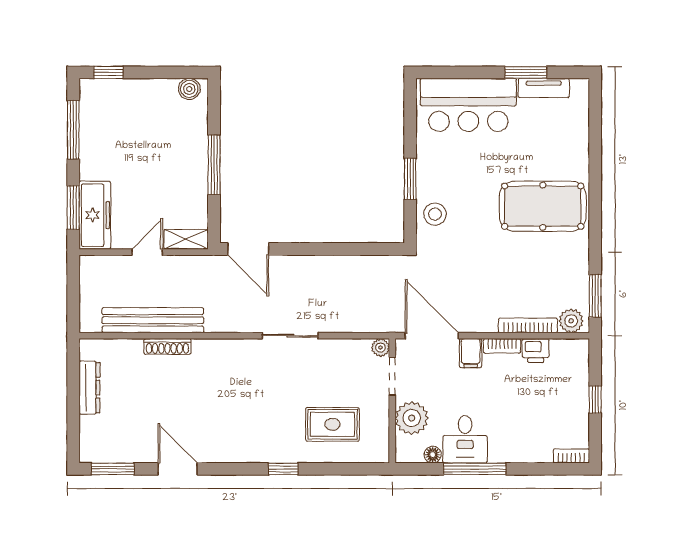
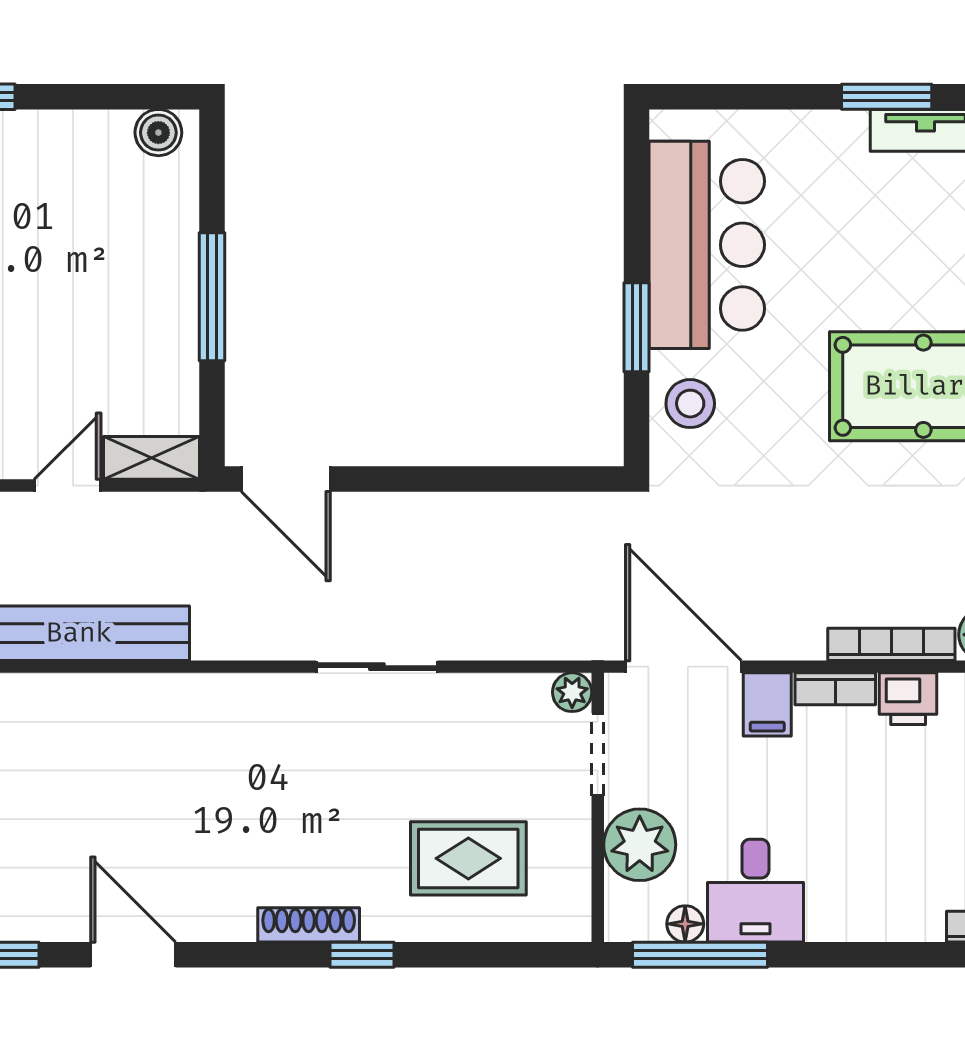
bar counter: (468, 105) -> (707, 245), moved, turned -90
shoe rack: (167, 346) -> (309, 925), moved, turned 180
window: (475, 469) -> (700, 955), moved

